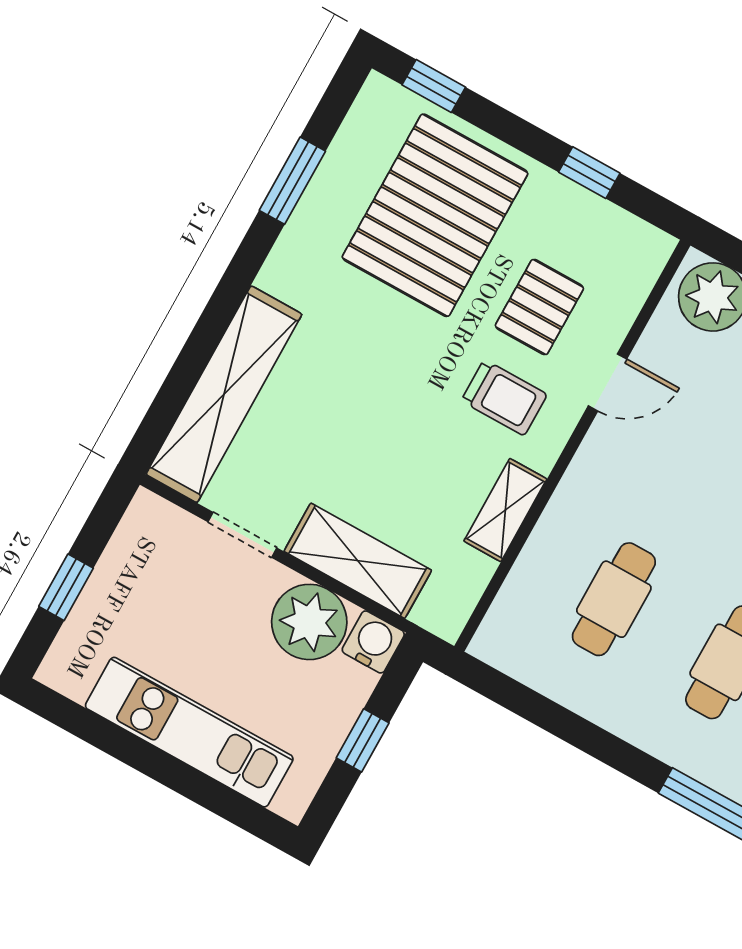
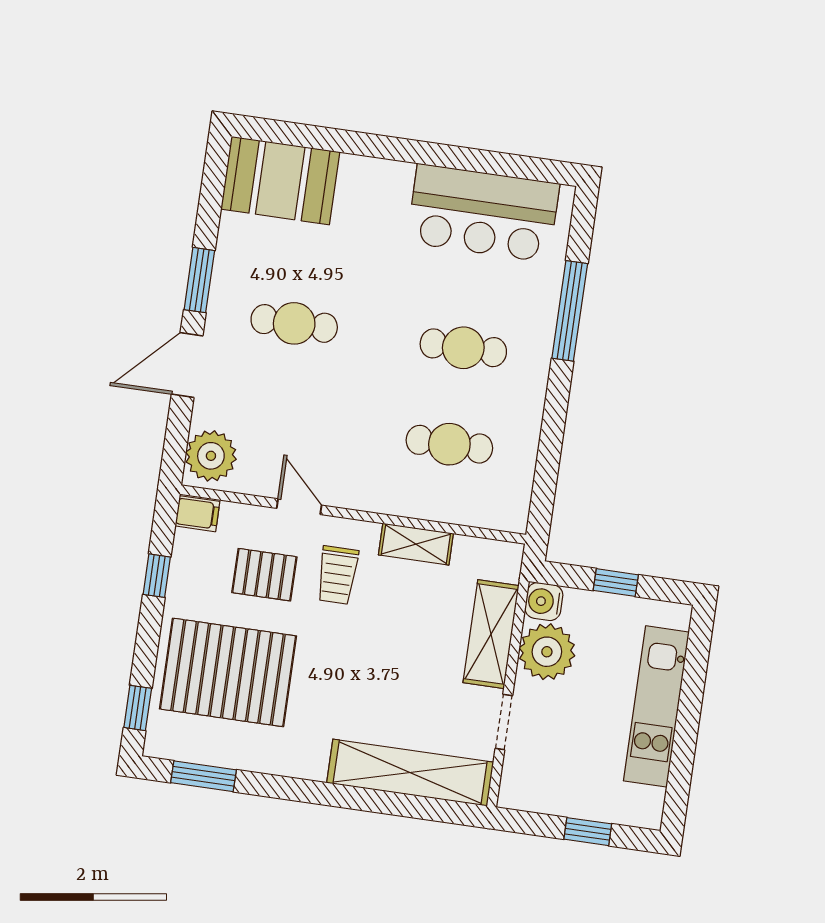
window: (292, 181) -> (204, 776), moved
filing cabinet: (647, 253) -> (197, 514), added
trolley: (504, 398) -> (337, 575), turned 180

